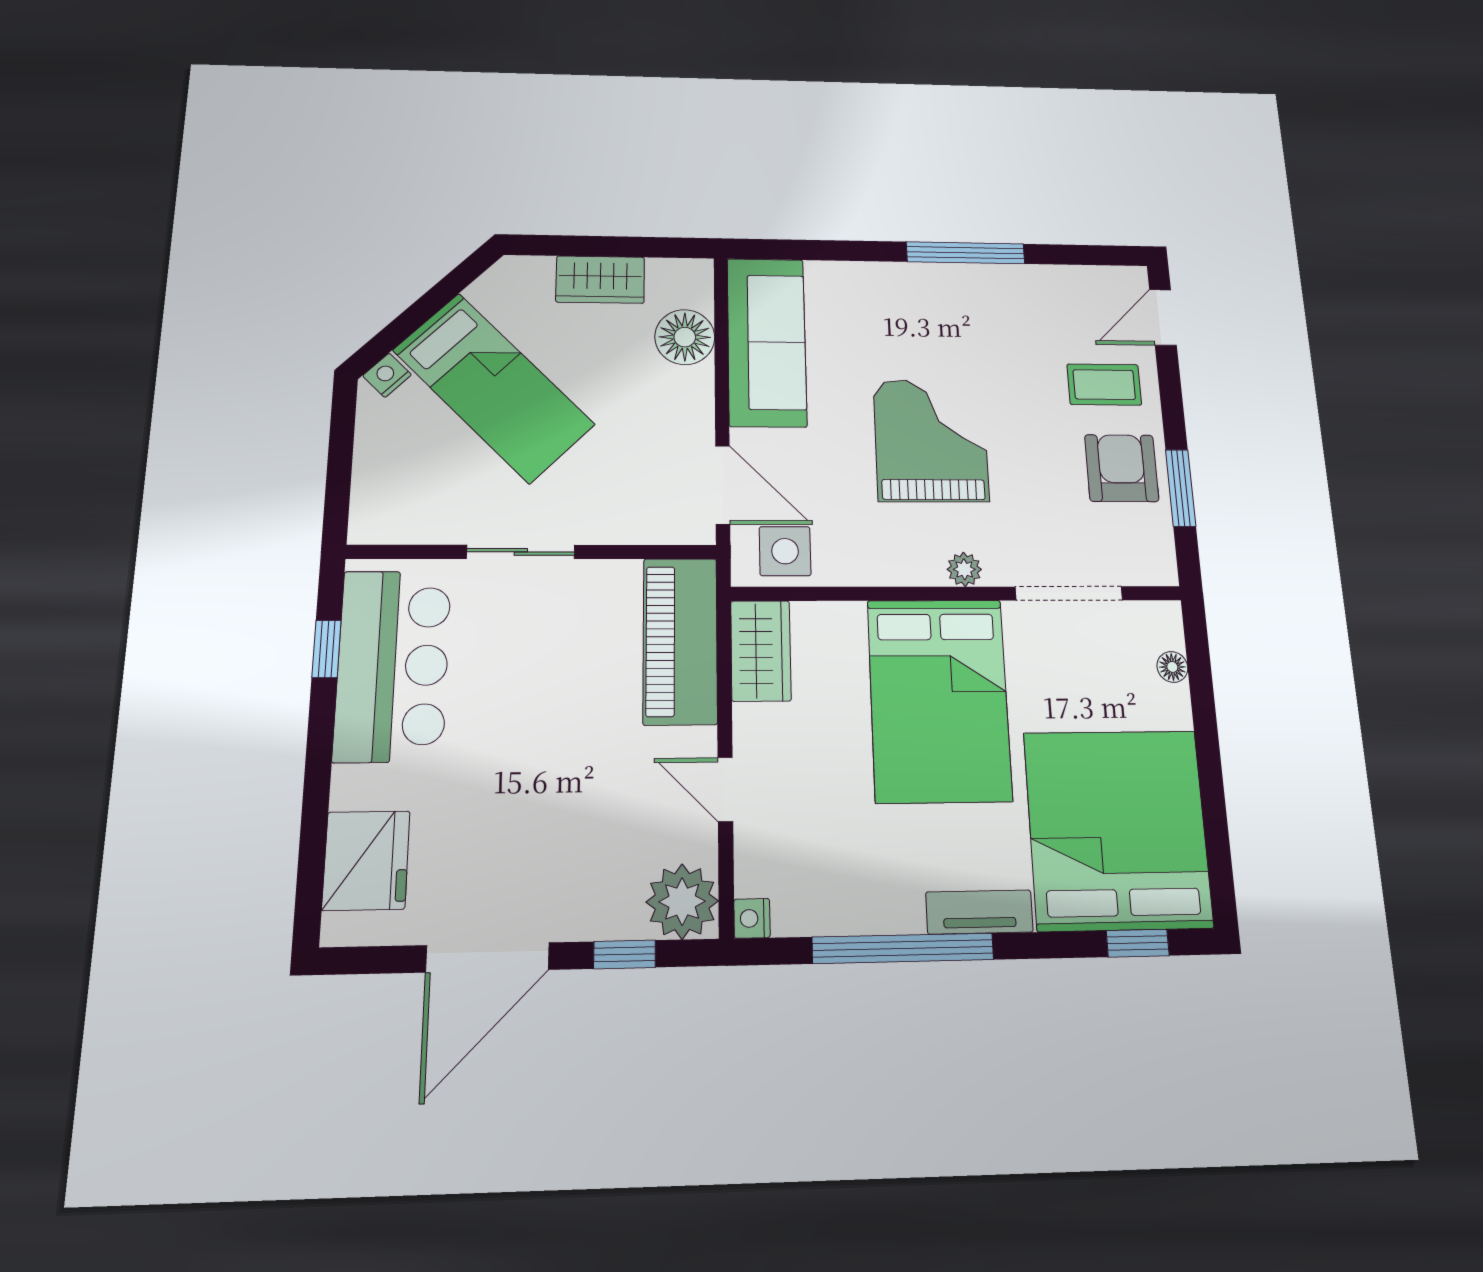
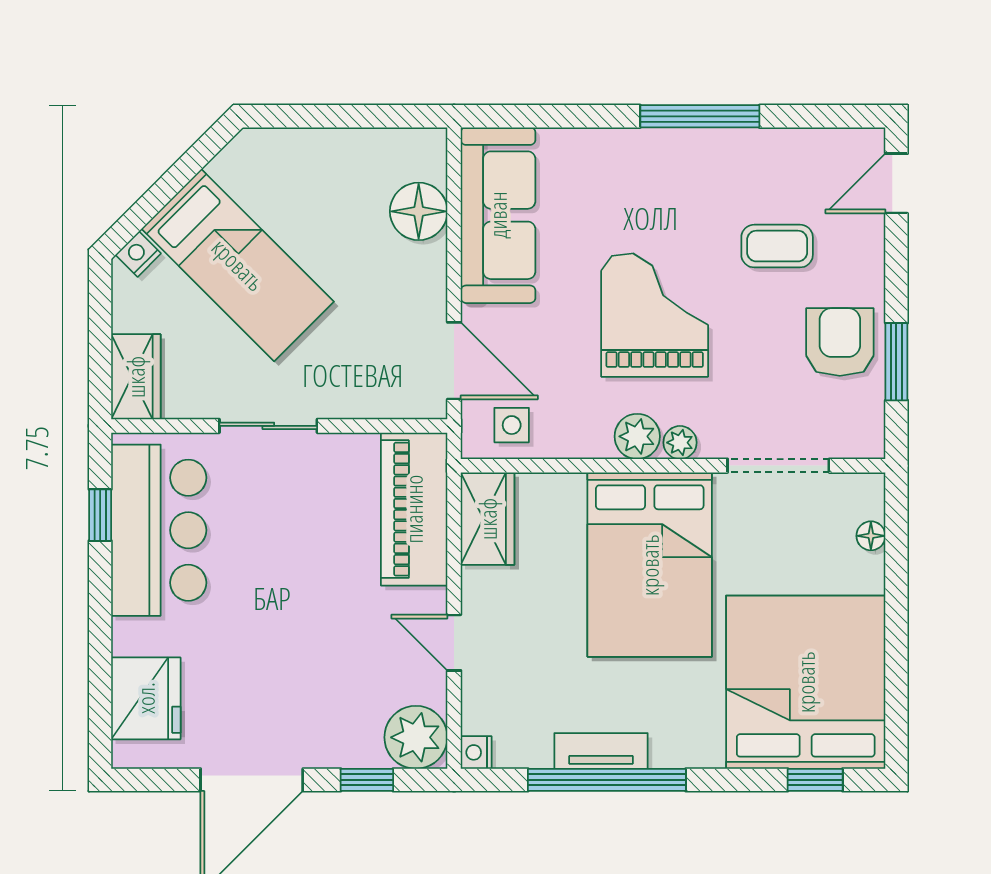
wardrobe: (600, 280) -> (136, 377), moved, turned -90
coffee table: (1104, 385) -> (777, 246), moved
side table: (785, 551) -> (512, 425), width x0.73, depth x0.73
plant: (919, 563) -> (637, 436), added
tv unit: (979, 912) -> (601, 751), moved

